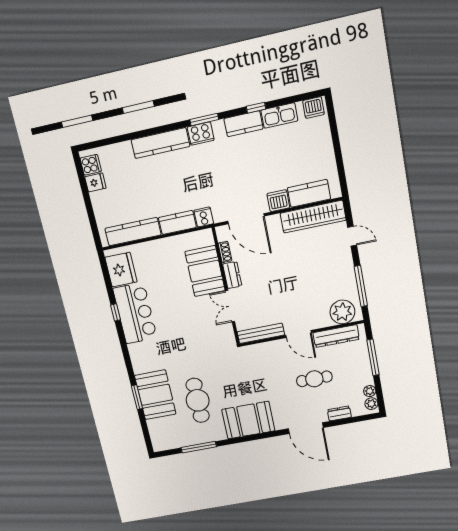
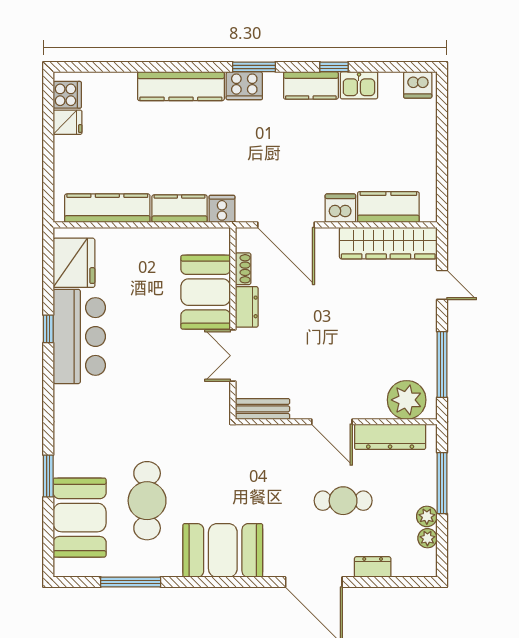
kitchen sink: (279, 116) -> (359, 85), width x0.73
bench: (261, 333) -> (263, 409), width x0.73
booth: (155, 395) -> (80, 518), moved
plant: (371, 404) -> (427, 516), moved

